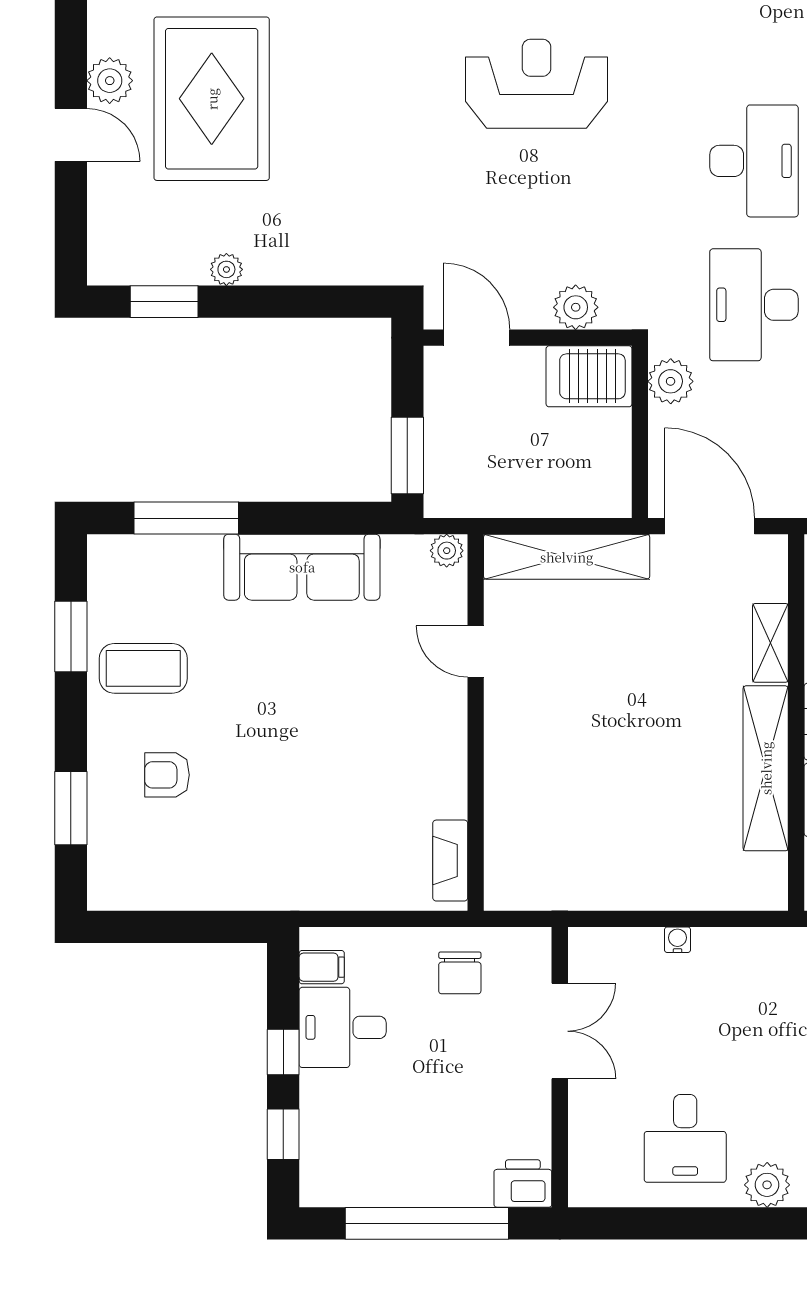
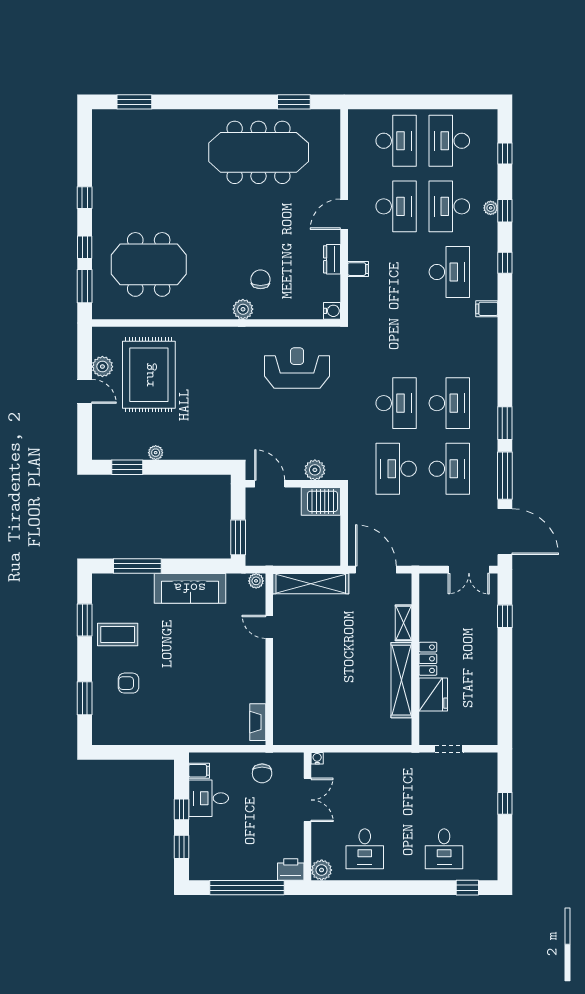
plant: (671, 381) -> (358, 504), removed
water cooler: (677, 940) -> (317, 758), moved
plant: (767, 1185) -> (322, 870), moved

